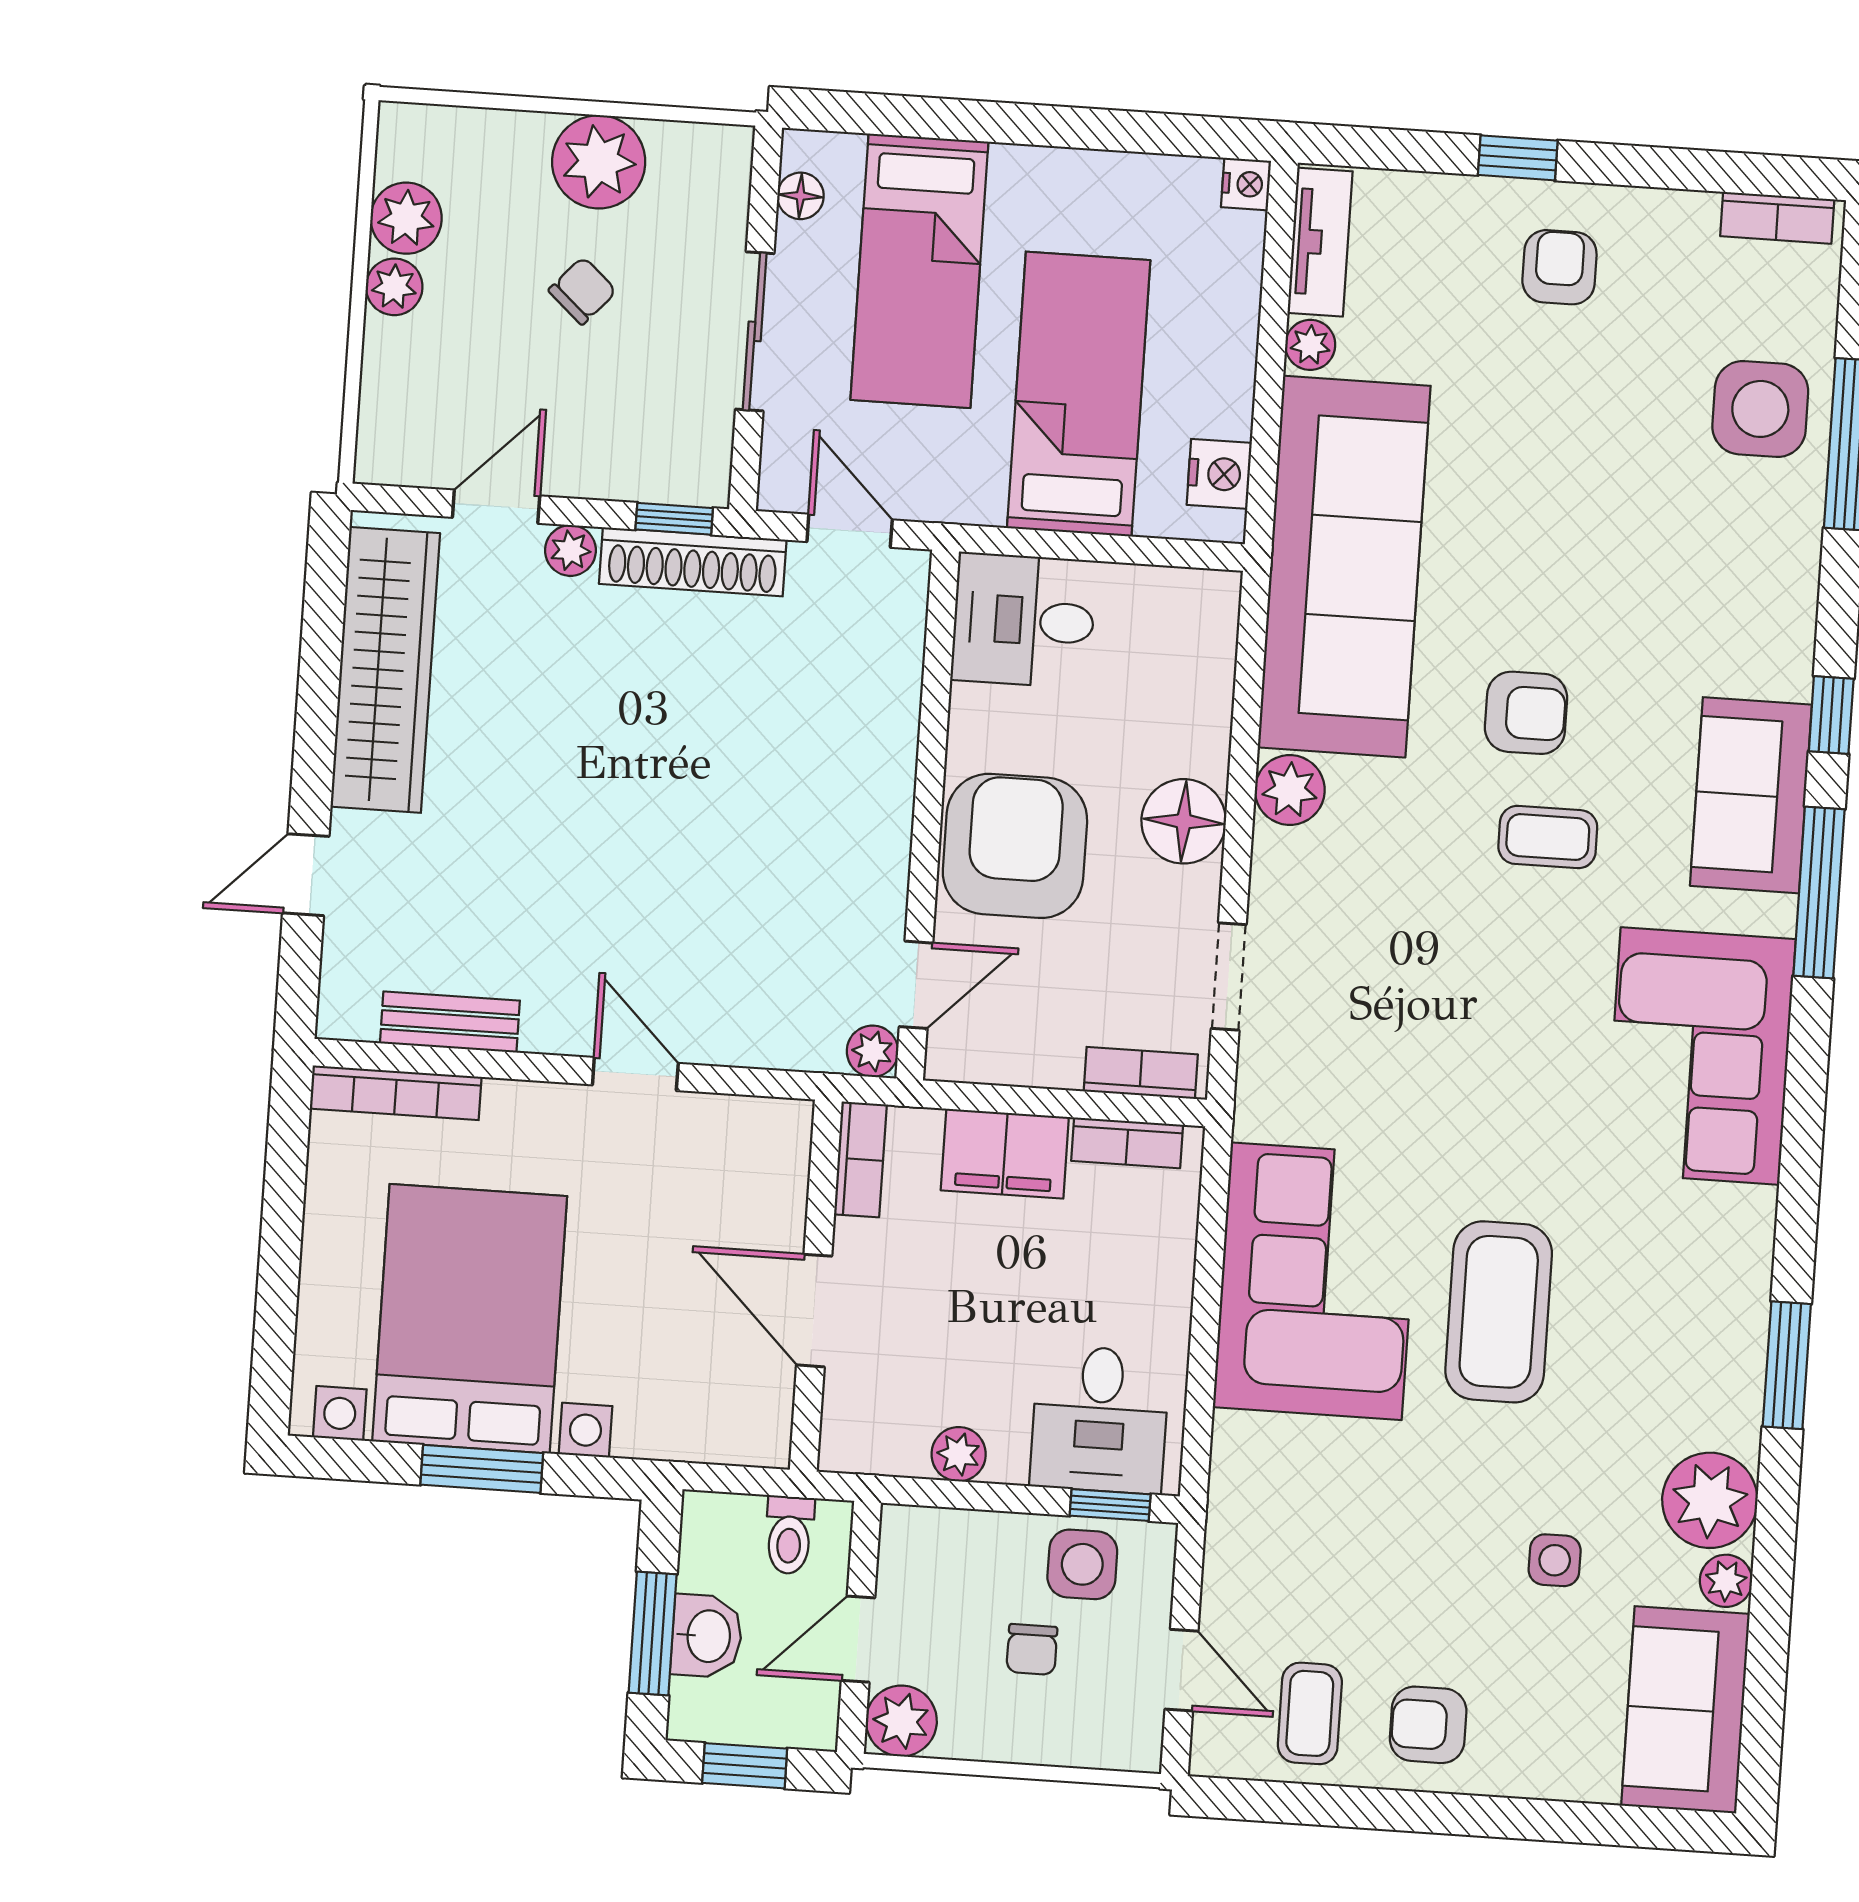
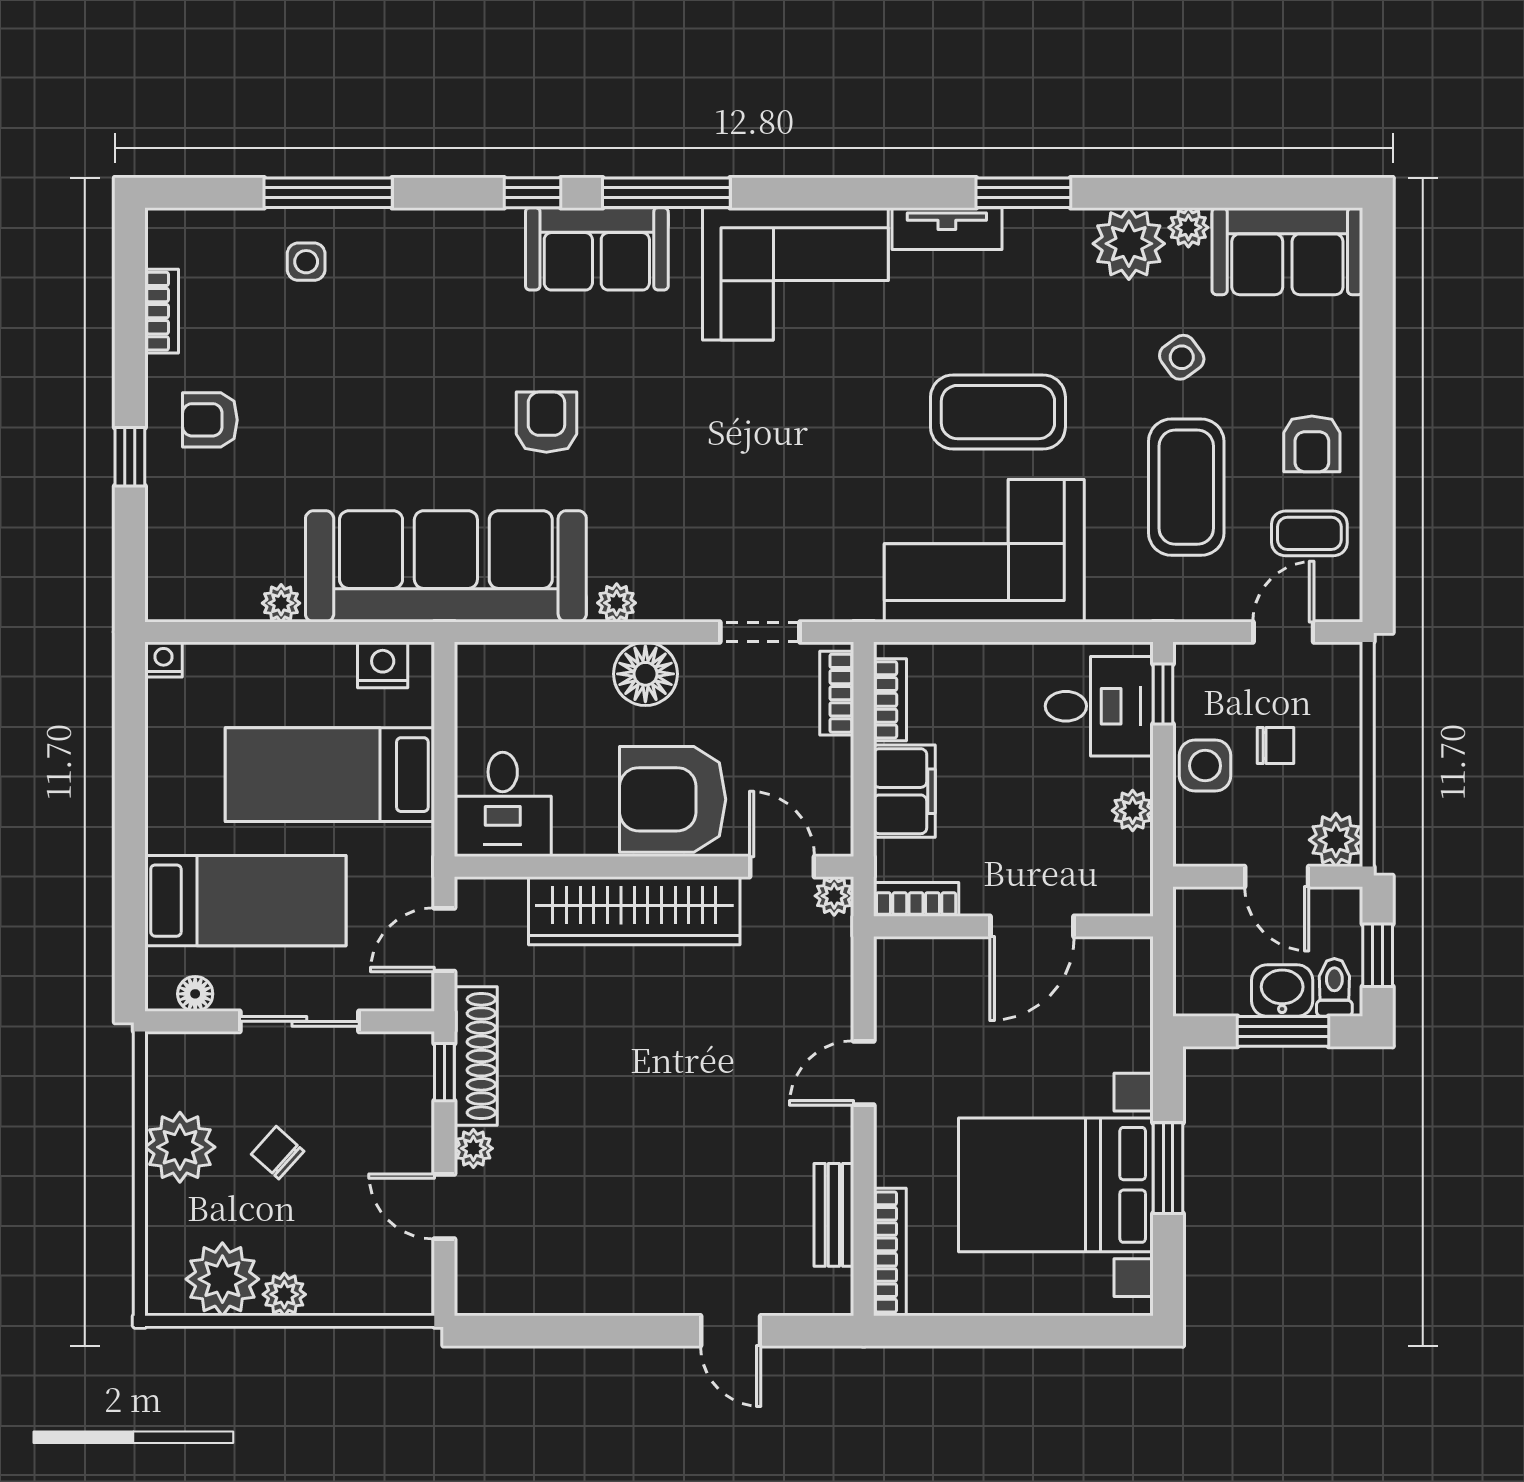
plant: (406, 218) -> (222, 1279), width x1.36, depth x1.36
bookcase: (1777, 218) -> (162, 311), moved
tv unit: (1320, 242) -> (947, 229), moved, turned 180
side table: (1760, 409) -> (306, 262), width x0.54, depth x0.54
wardrobe: (385, 670) -> (634, 911), moved, turned 180
plant: (1290, 790) -> (617, 603), width x0.73, depth x0.73
coffee table: (1548, 837) -> (1186, 487), moved, width x1.86, depth x1.72
toilet: (789, 1535) -> (1334, 987), moved, turned -90
side table: (1555, 1560) -> (1182, 357), turned -36
side table: (1082, 1564) -> (1205, 766), moved

